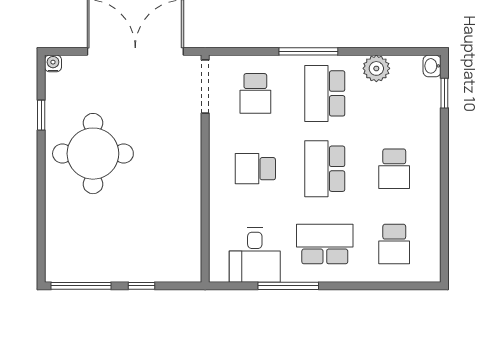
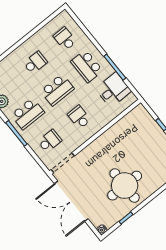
school desk: (255, 169) -> (79, 117), turned 180
school desk: (394, 244) -> (65, 39), turned -90

